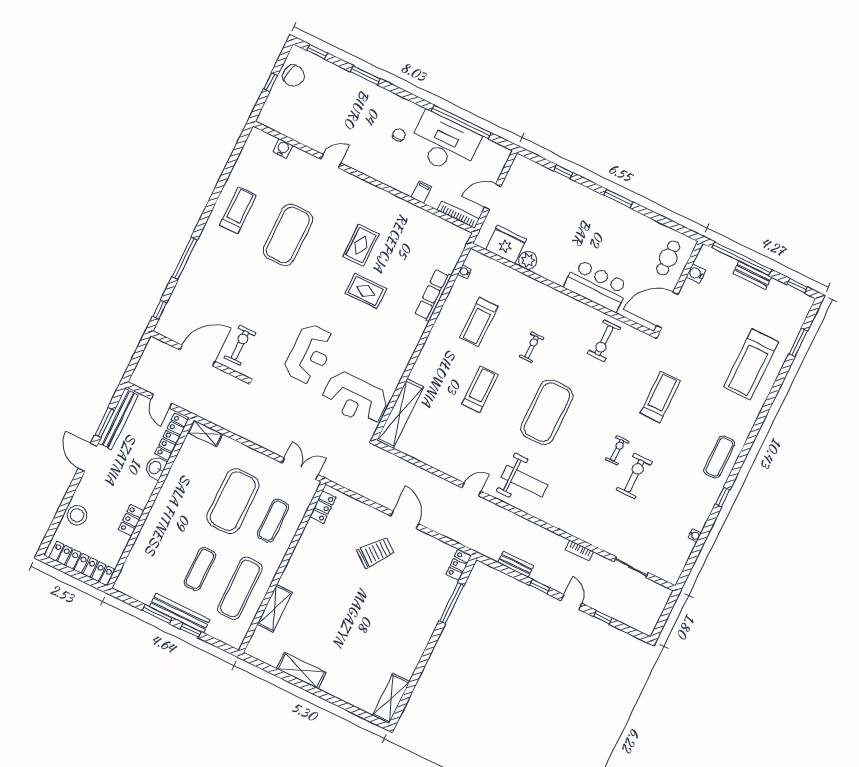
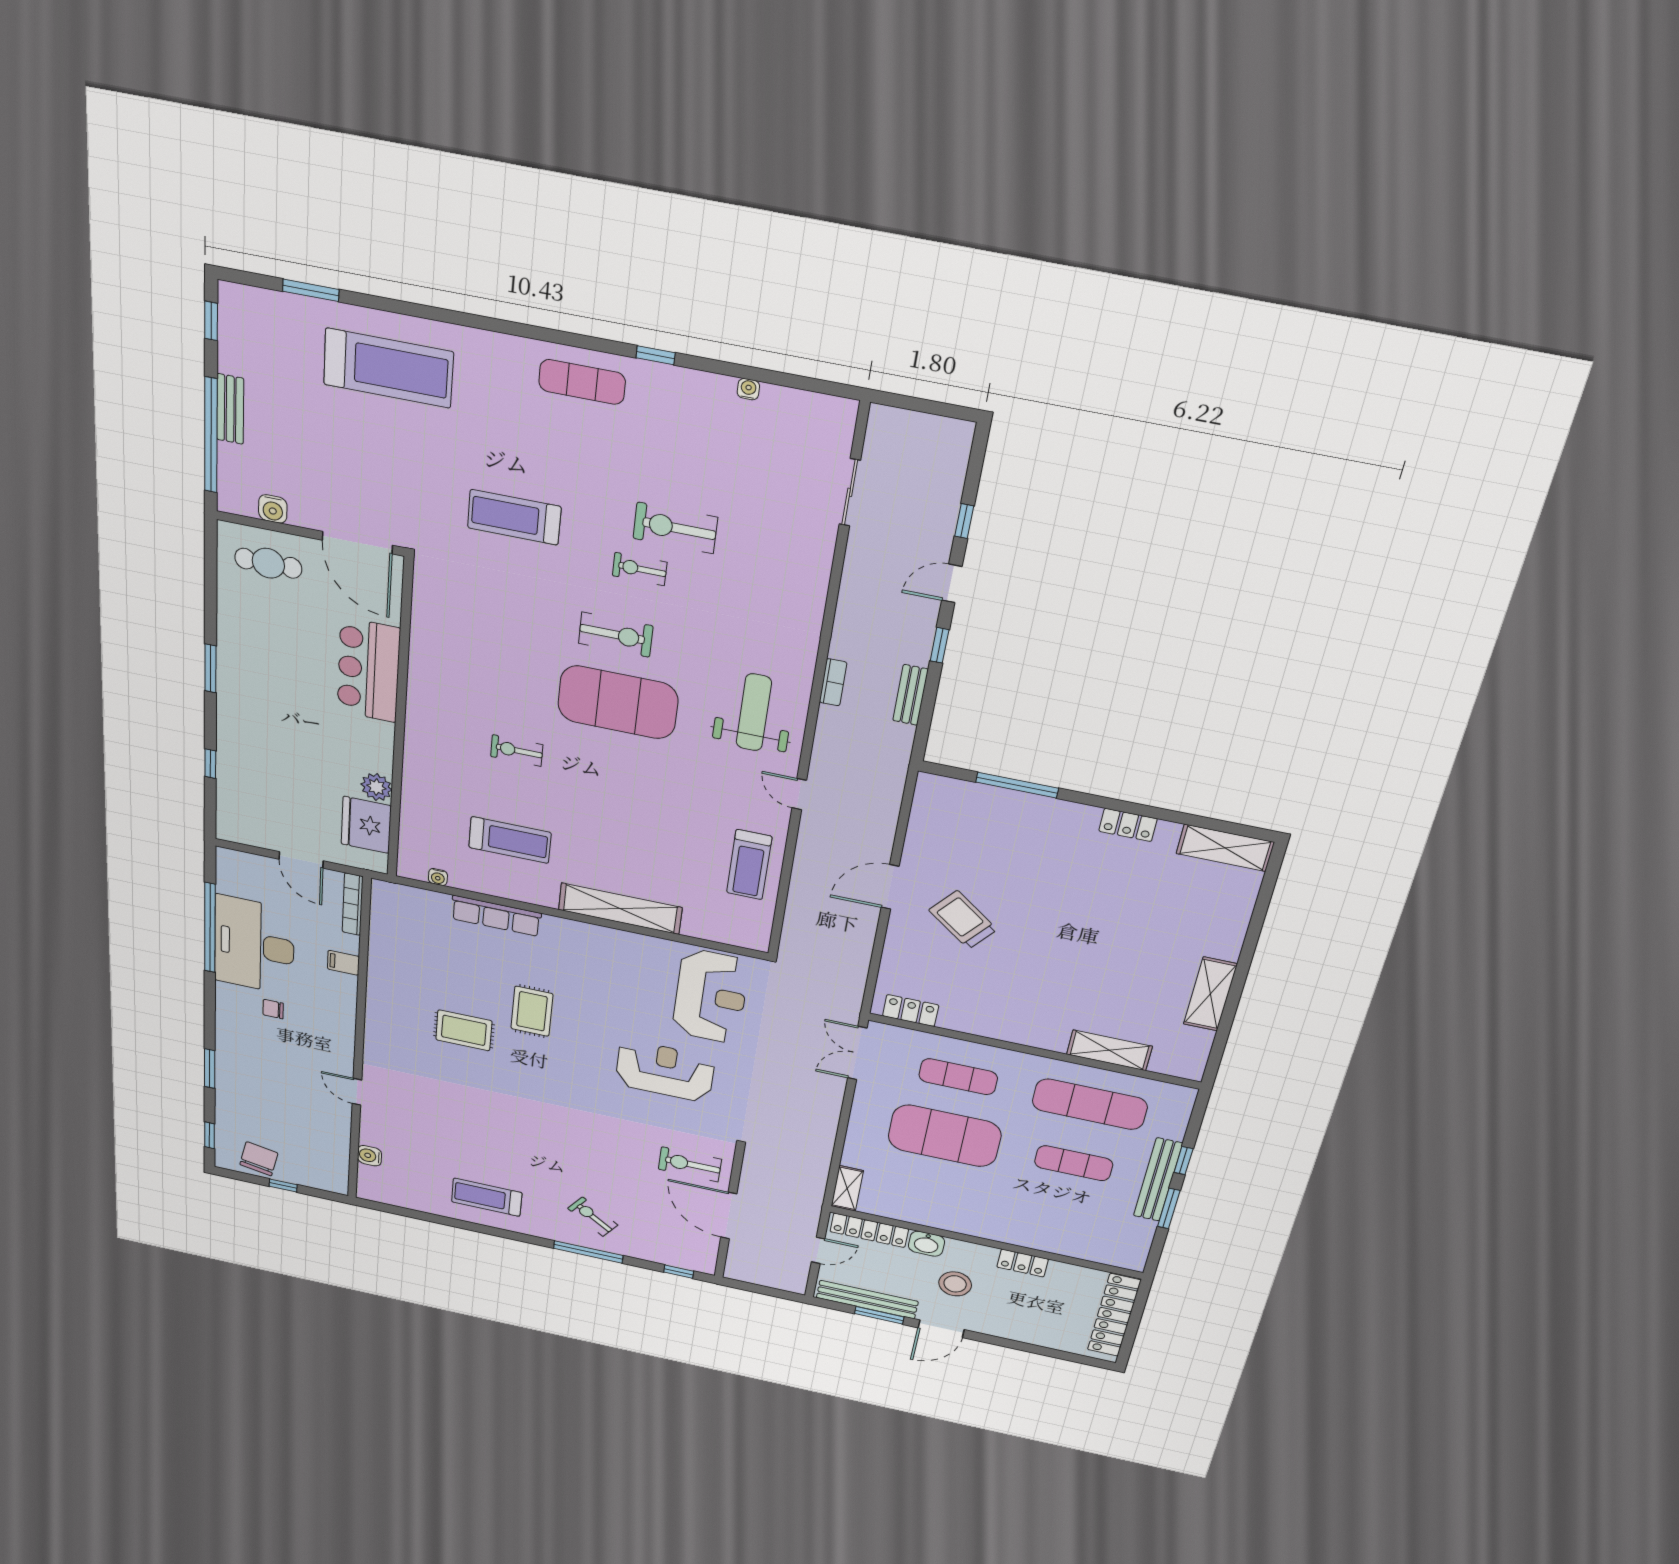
exercise mat: (288, 235) -> (494, 1129), removed
exercise bike: (211, 271) -> (593, 1217), added
exercise bike: (604, 341) -> (616, 635), moved
treadmill: (480, 389) -> (749, 865), moved, turned -90
shelving: (400, 414) -> (620, 909), moved
stool: (77, 515) -> (955, 1284), moved
bookcase: (580, 550) -> (833, 682), moved
locker: (458, 565) -> (1128, 825), moved

